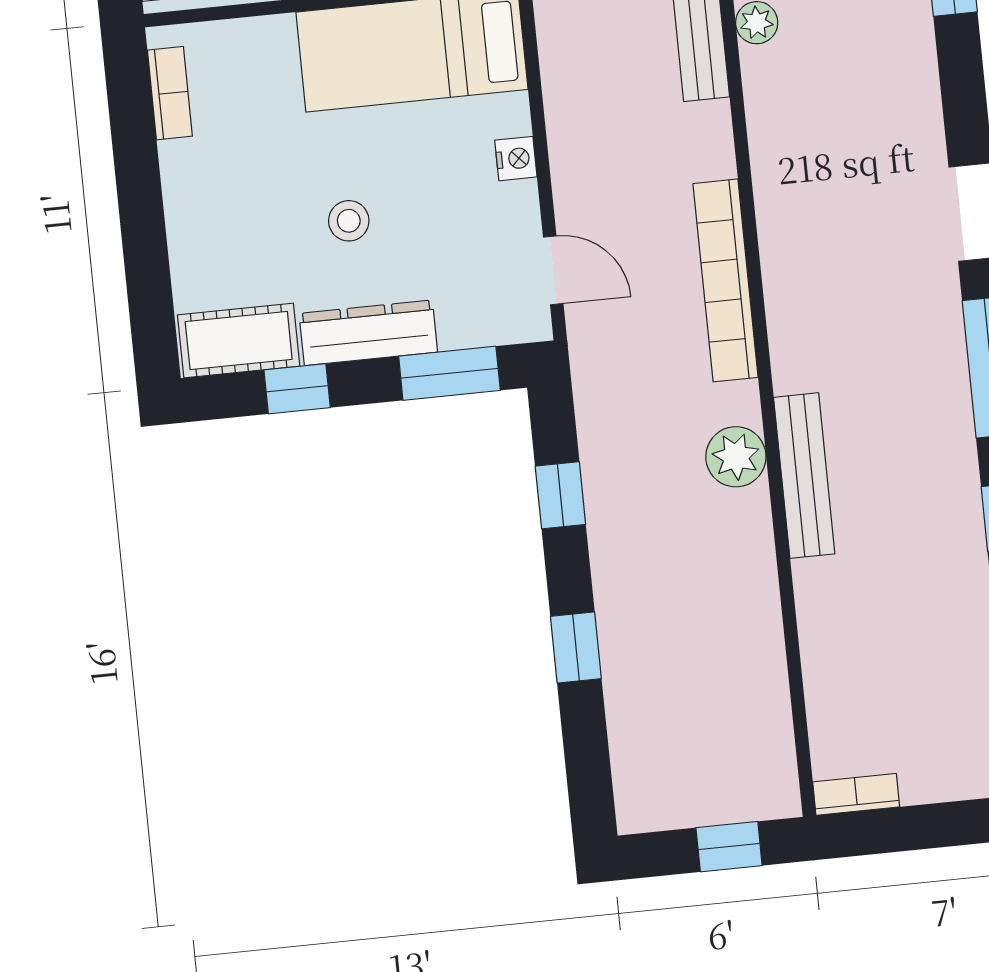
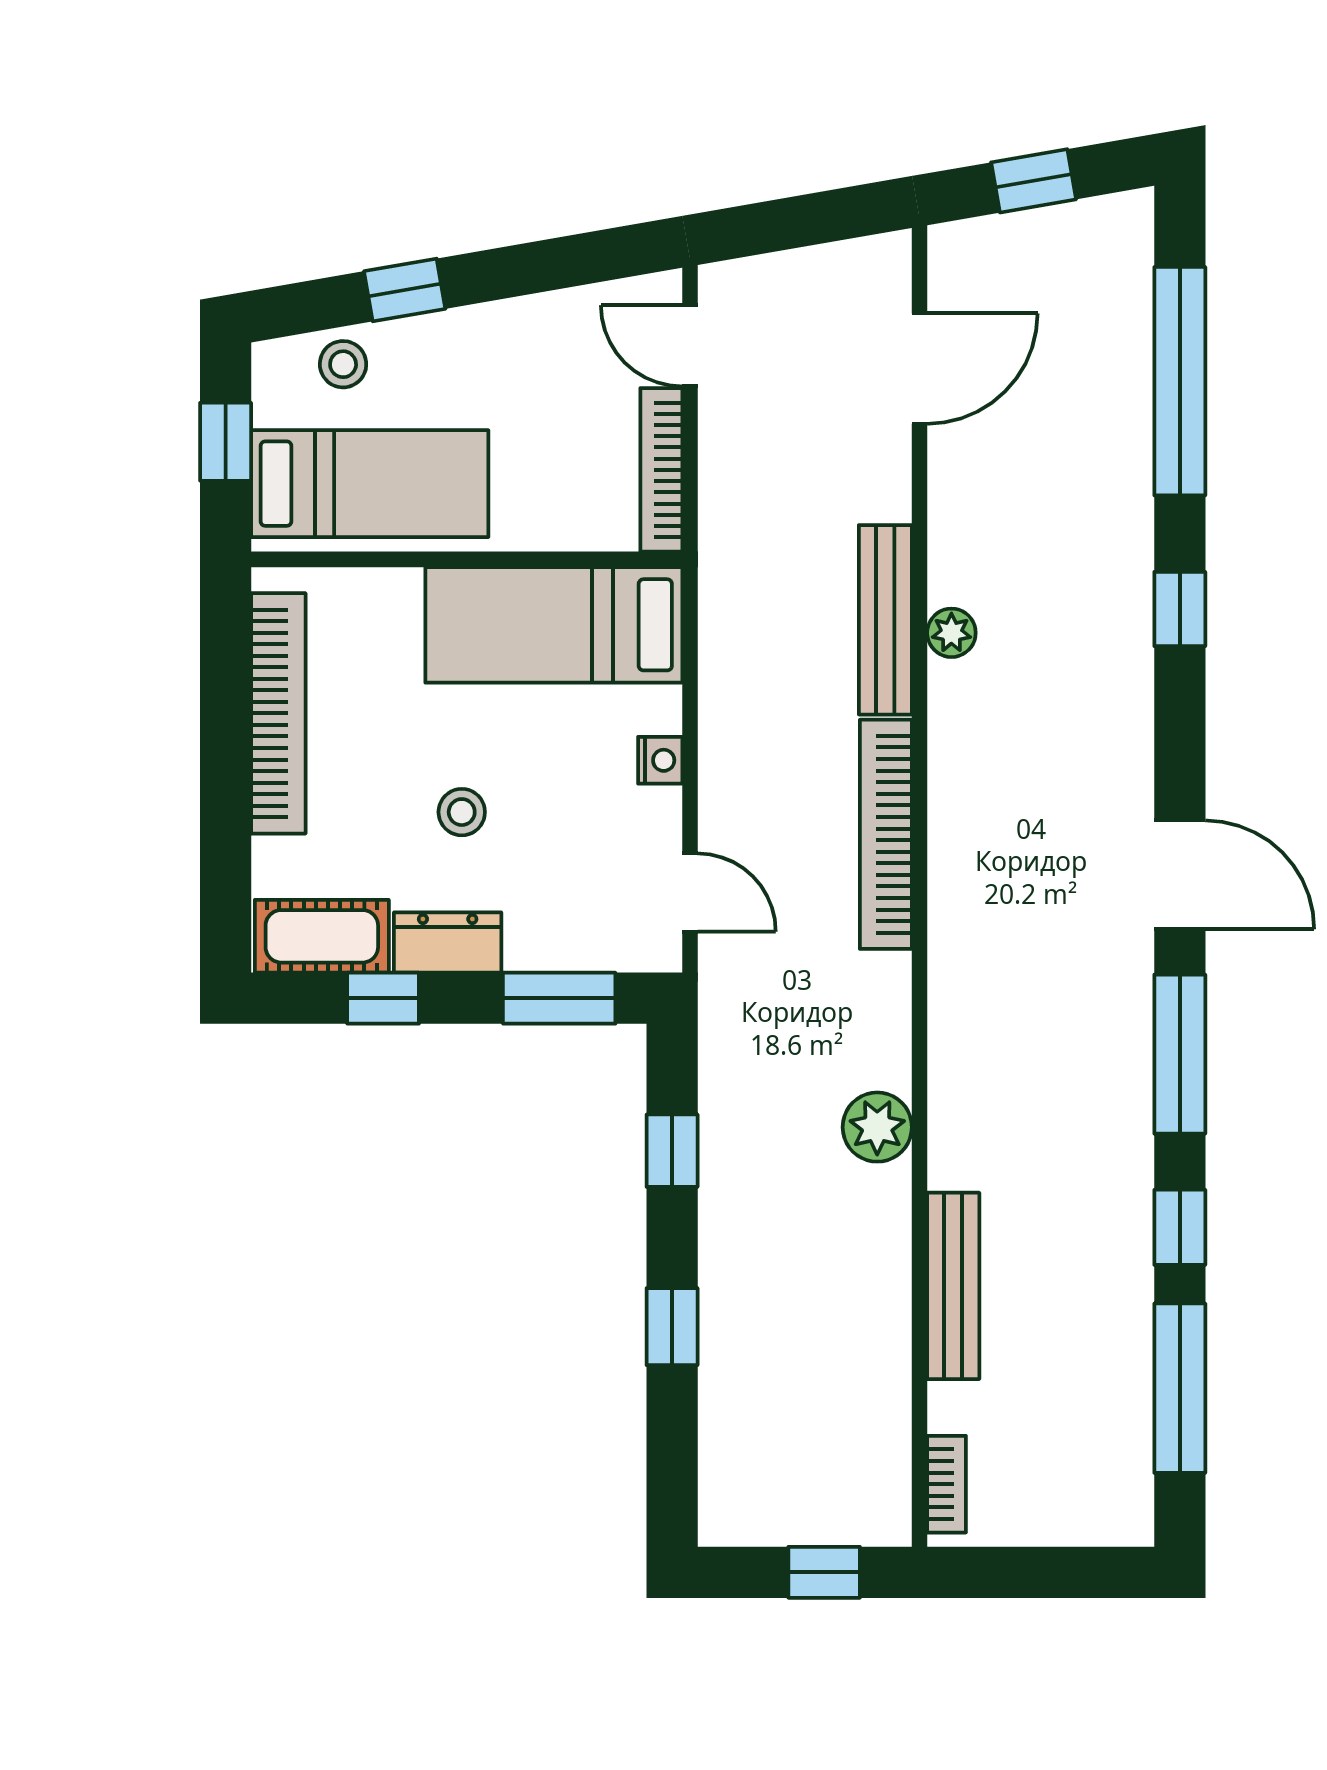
bookcase: (170, 93) -> (278, 713), width x2.31, depth x1.31
bookcase: (726, 280) -> (886, 834), moved
dresser: (368, 333) -> (448, 943), width x0.70
bench: (804, 476) -> (953, 1286), moved
bookcase: (856, 794) -> (947, 1484), moved, turned 90

